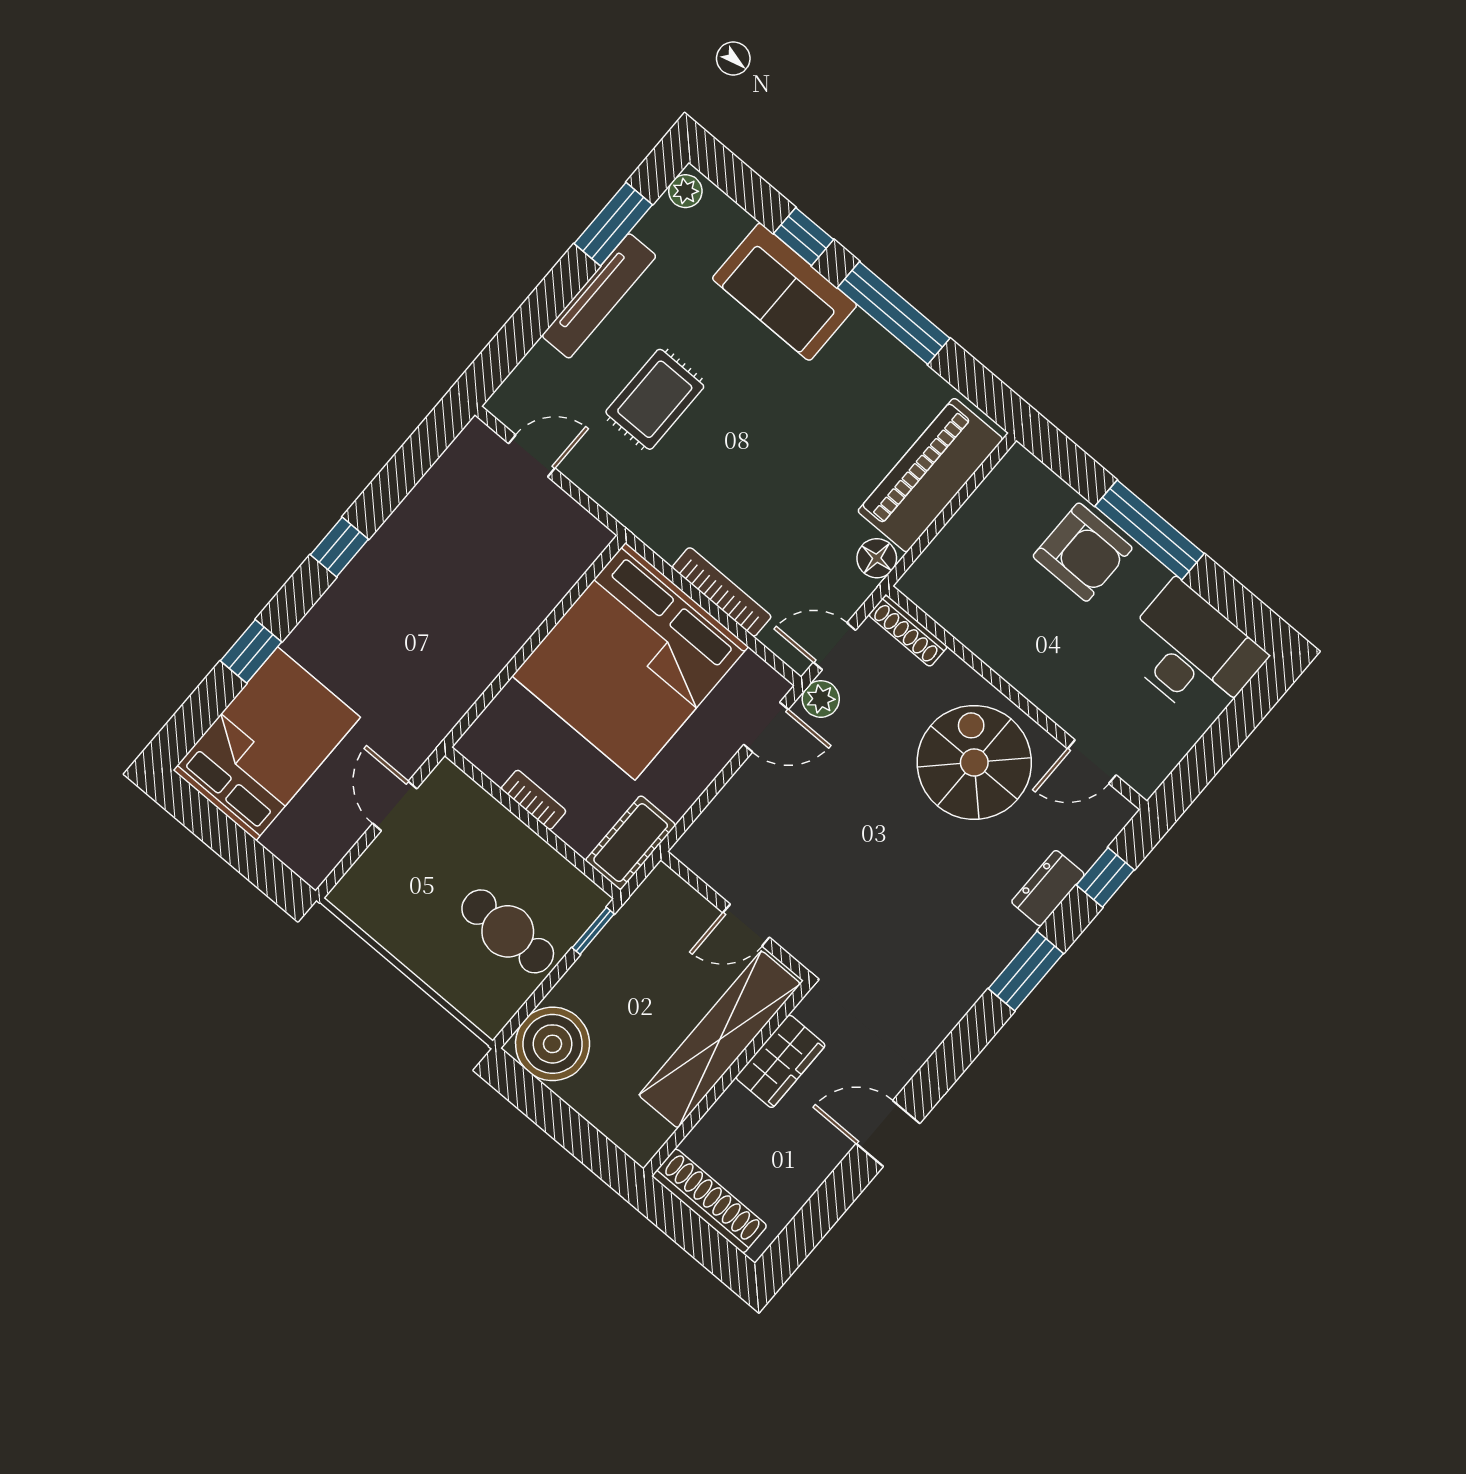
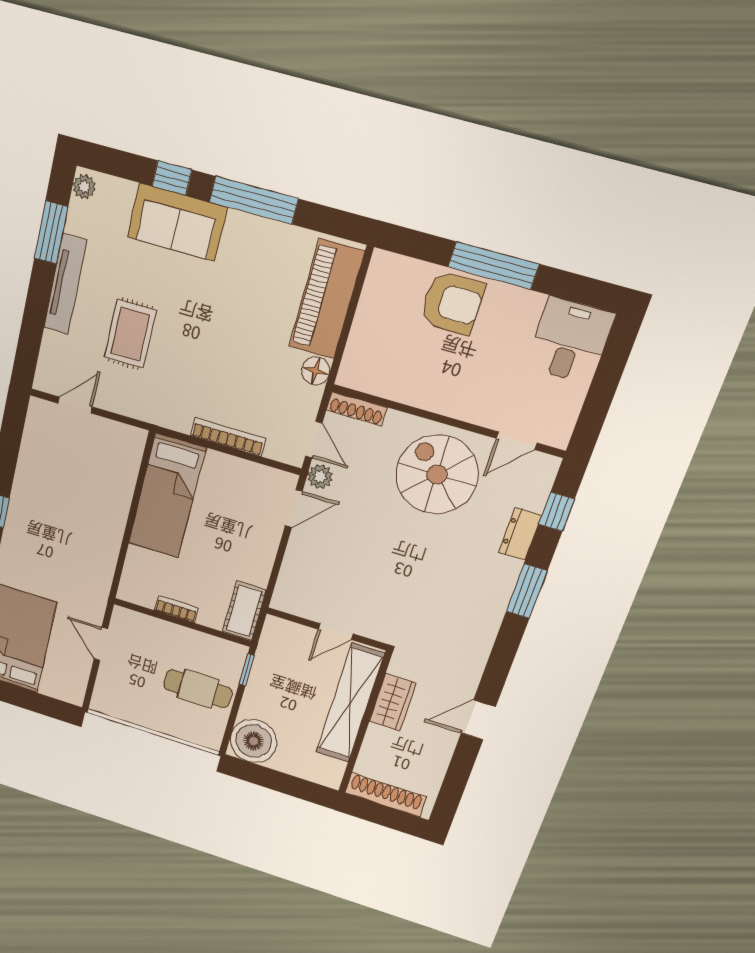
door: (835, 646) -> (314, 440), swing flipped
desk: (1191, 652) -> (570, 341), width x0.73
bed: (630, 661) -> (167, 496), width x0.49

